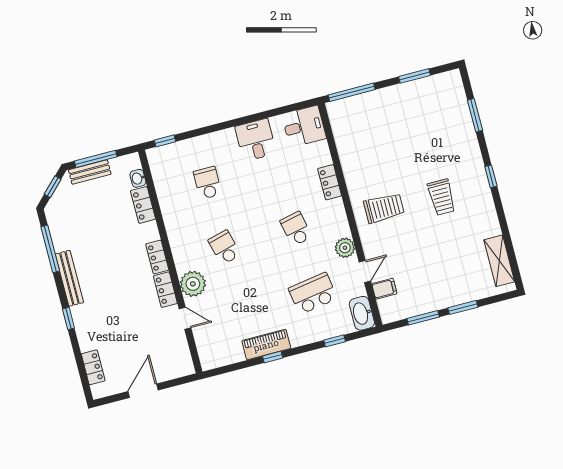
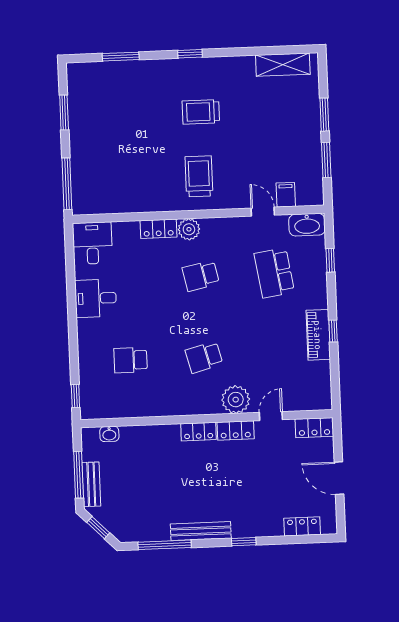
trolley: (441, 197) -> (201, 112), turned 180
locker: (143, 205) -> (314, 428), moved
plant: (345, 248) -> (189, 229), moved

